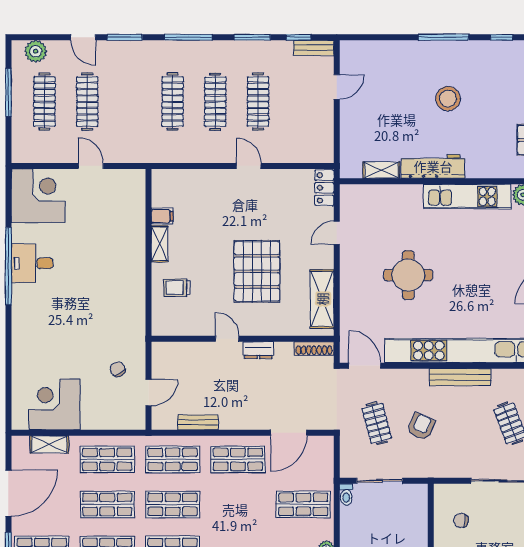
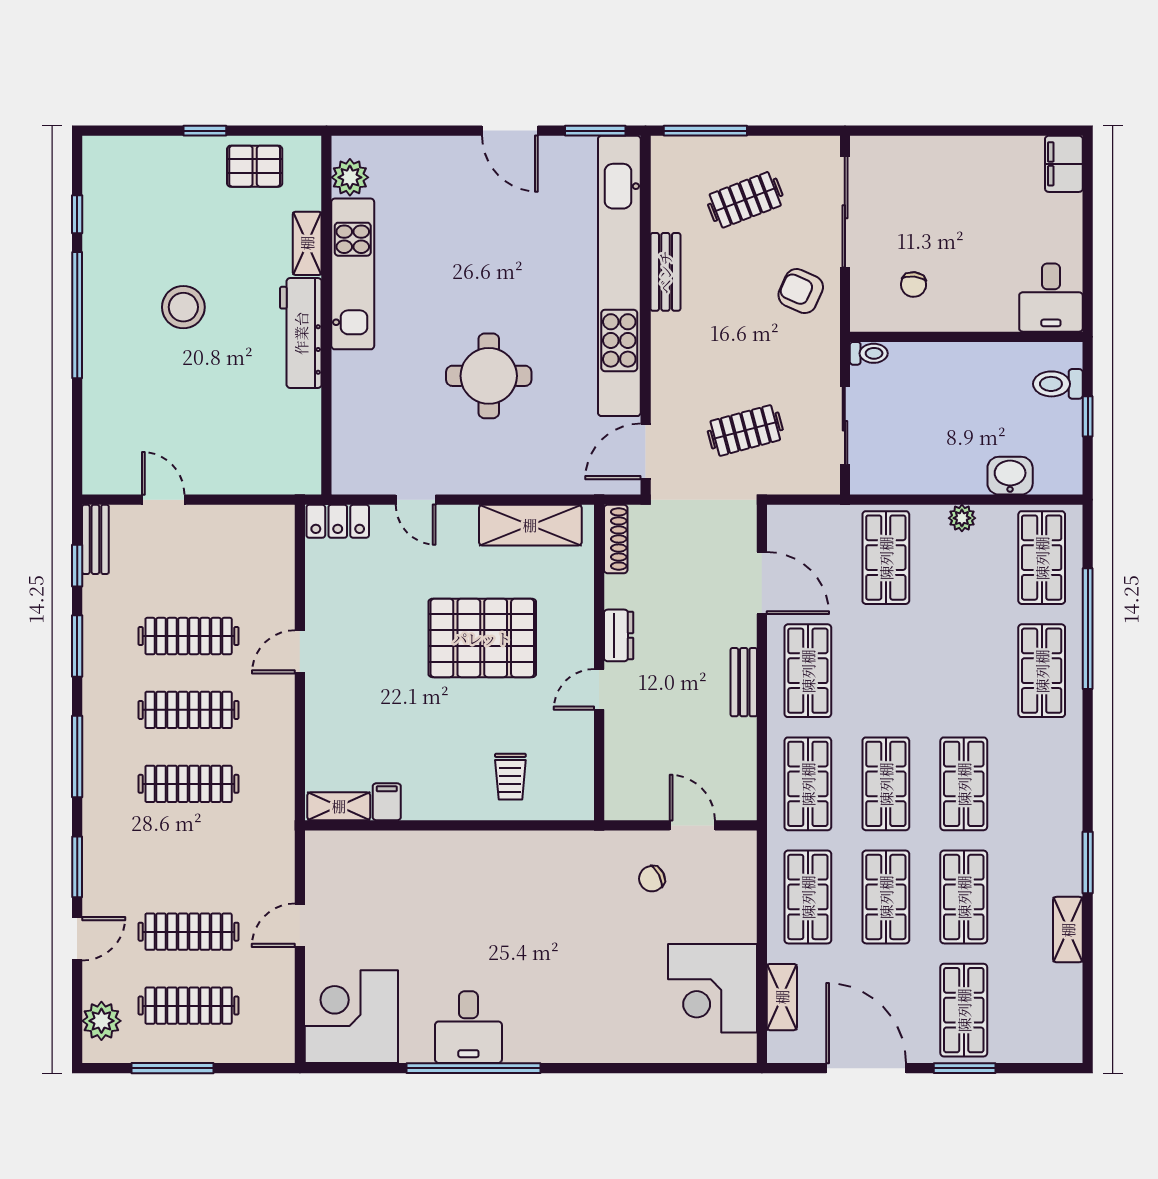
window: (443, 37) -> (77, 315), width x1.46
shelving: (381, 170) -> (307, 243), moved
shelving: (160, 244) -> (339, 806), moved
bench: (460, 377) -> (665, 272), width x0.73
bench: (198, 422) -> (744, 682), moved
armchair: (421, 427) -> (801, 291), moved
toilet: (346, 495) -> (869, 353), moved

